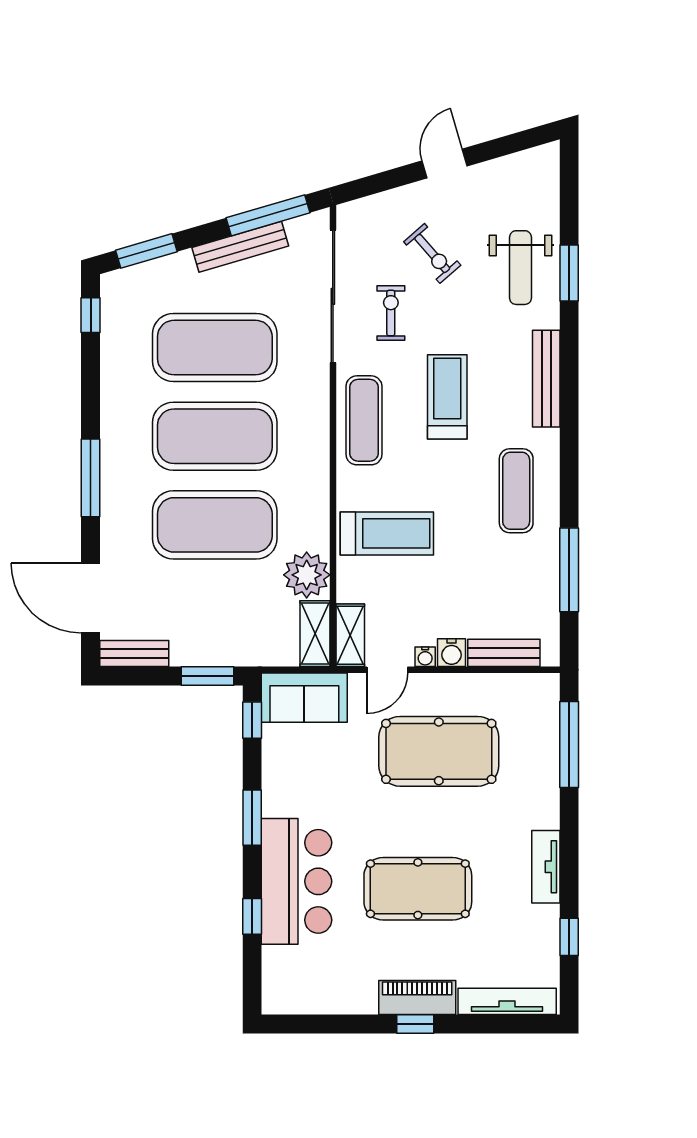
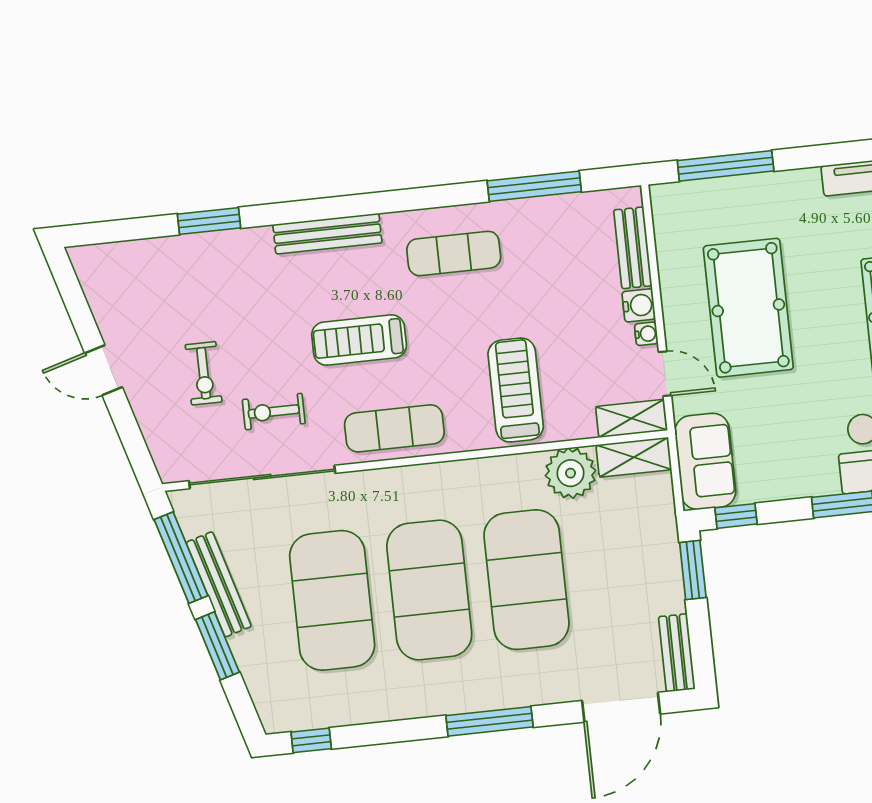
window: (146, 251) -> (217, 646), moved
exercise bike: (432, 253) -> (204, 373), turned 131
weight bench: (520, 268) -> (209, 275), removed

